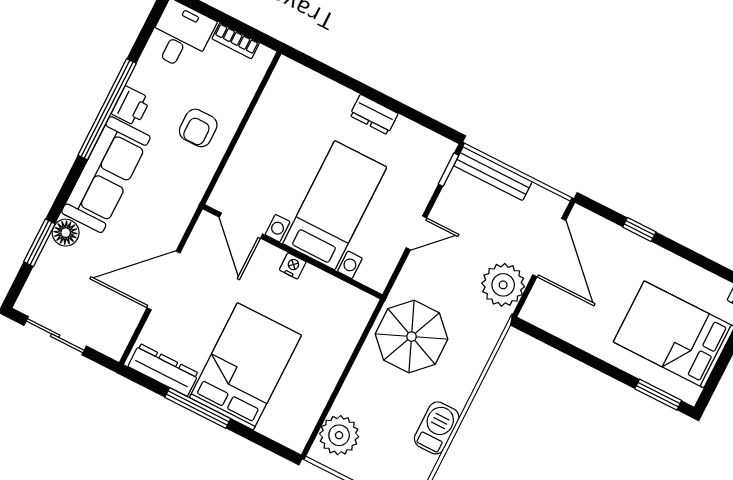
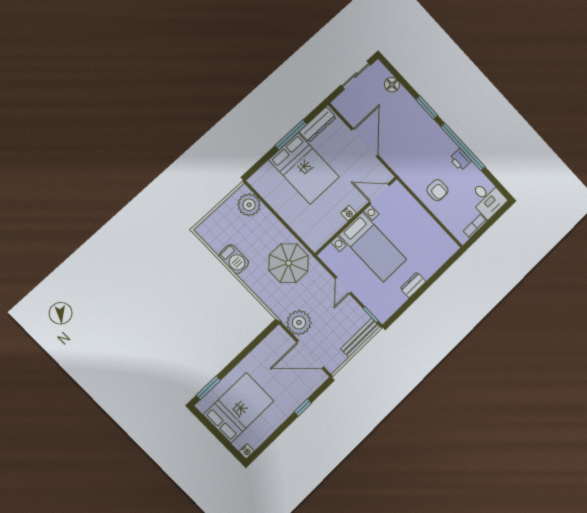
armchair: (198, 128) -> (437, 190), turned 180
sofa: (106, 175) -> (430, 133), removed
floor lamp: (66, 233) -> (392, 85), moved
window: (39, 243) -> (427, 108), moved

